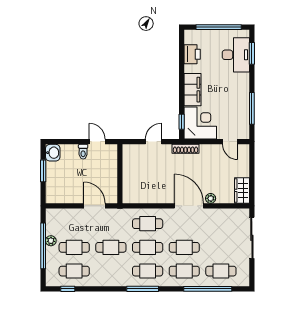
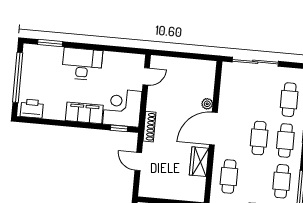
printer: (192, 54) -> (32, 109), moved
desk: (236, 55) -> (82, 64), moved
window: (252, 108) -> (111, 49), removed
wardrobe: (242, 190) -> (199, 162), moved, turned 90
cafe table: (148, 247) -> (255, 179), removed

